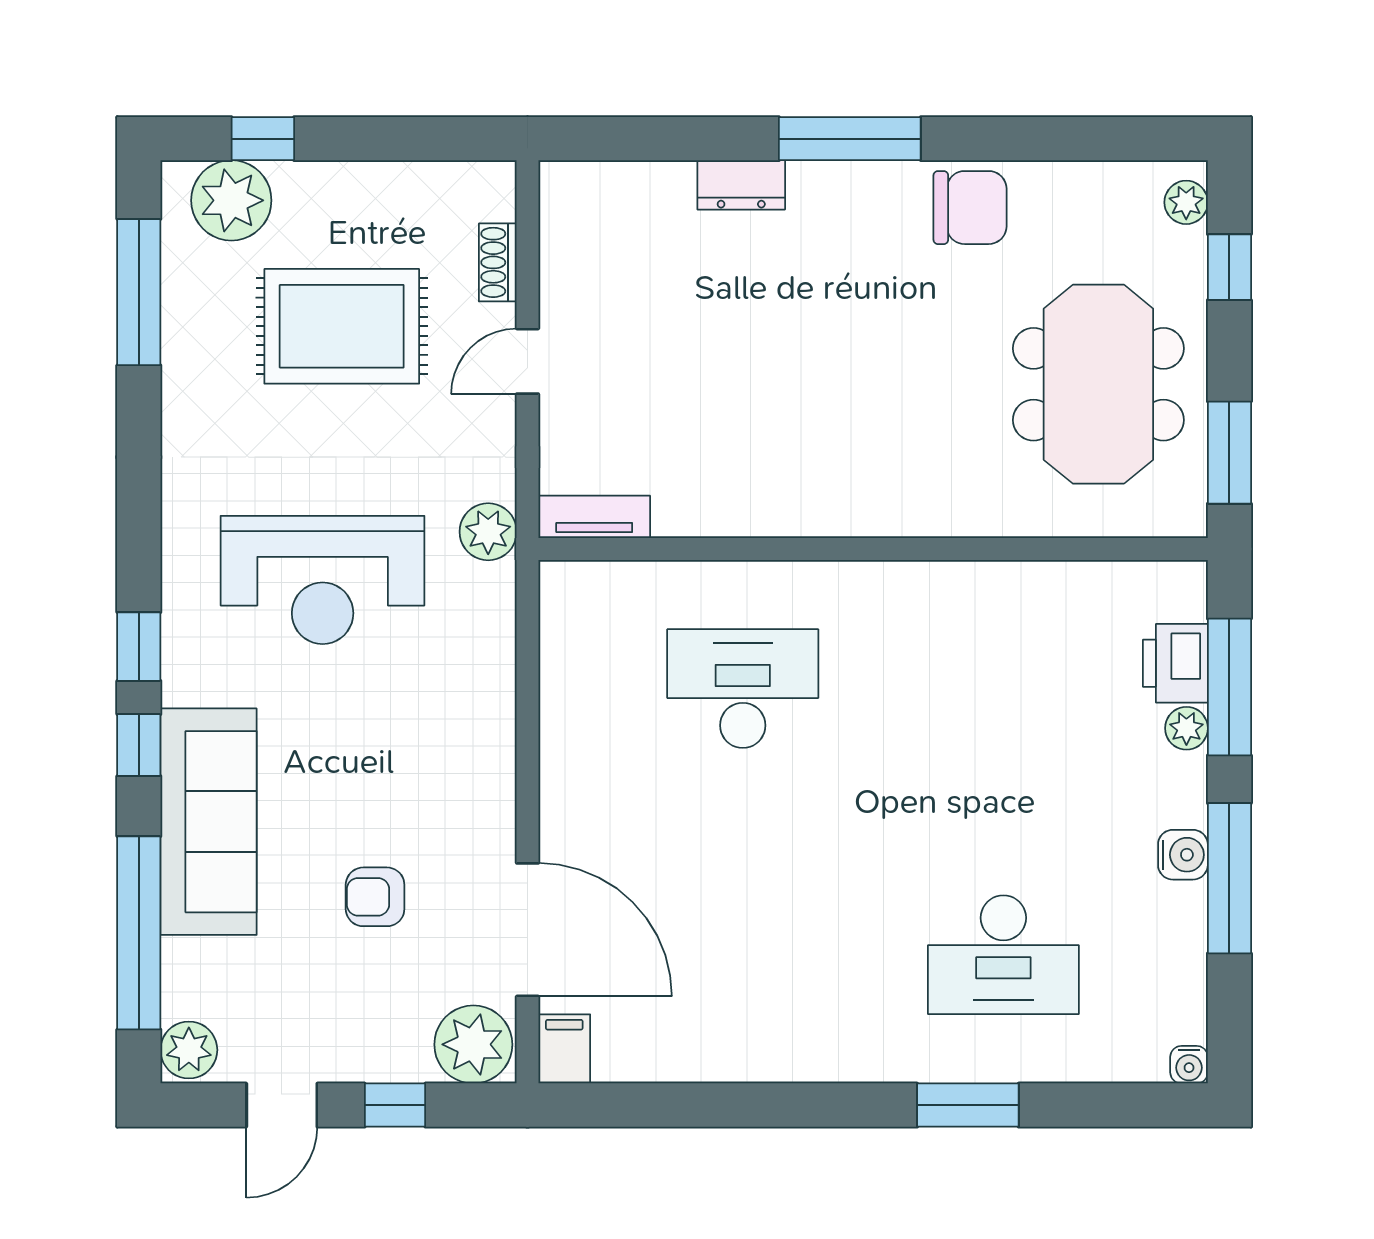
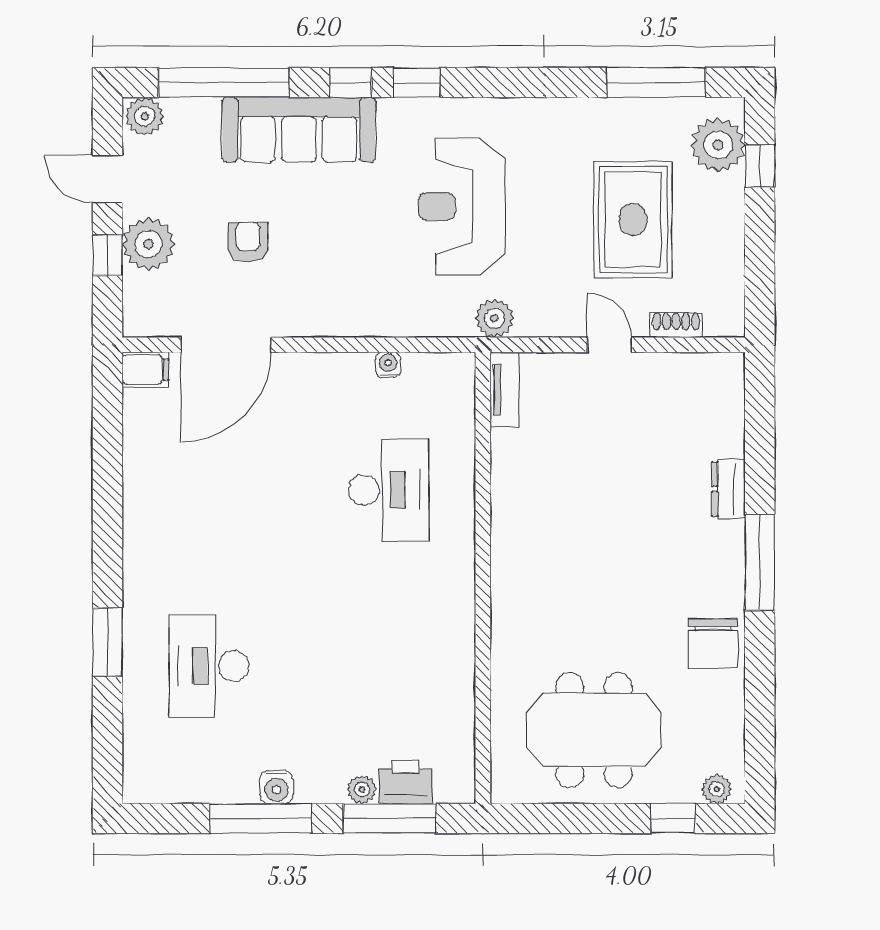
window: (1229, 453) -> (548, 818), removed
plant: (473, 1044) -> (148, 244), moved
water cooler: (1189, 1065) -> (388, 365), moved, turned 90

